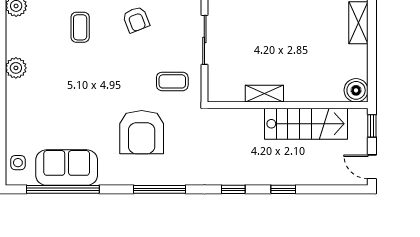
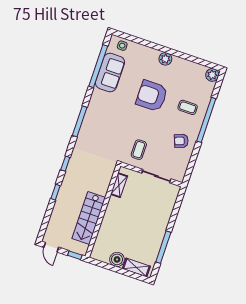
plant: (16, 68) -> (165, 59), moved
boiler: (356, 90) -> (117, 259), moved
shelving: (264, 94) -> (119, 185), moved
armchair: (142, 132) -> (152, 96), moved
door: (372, 167) -> (51, 247), swing flipped

